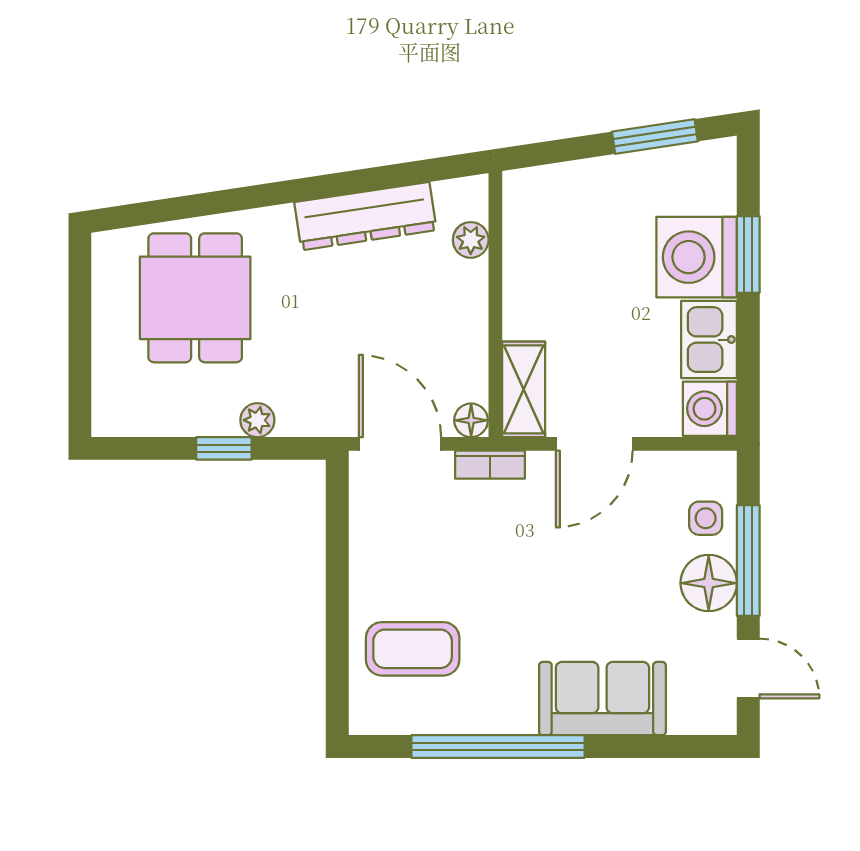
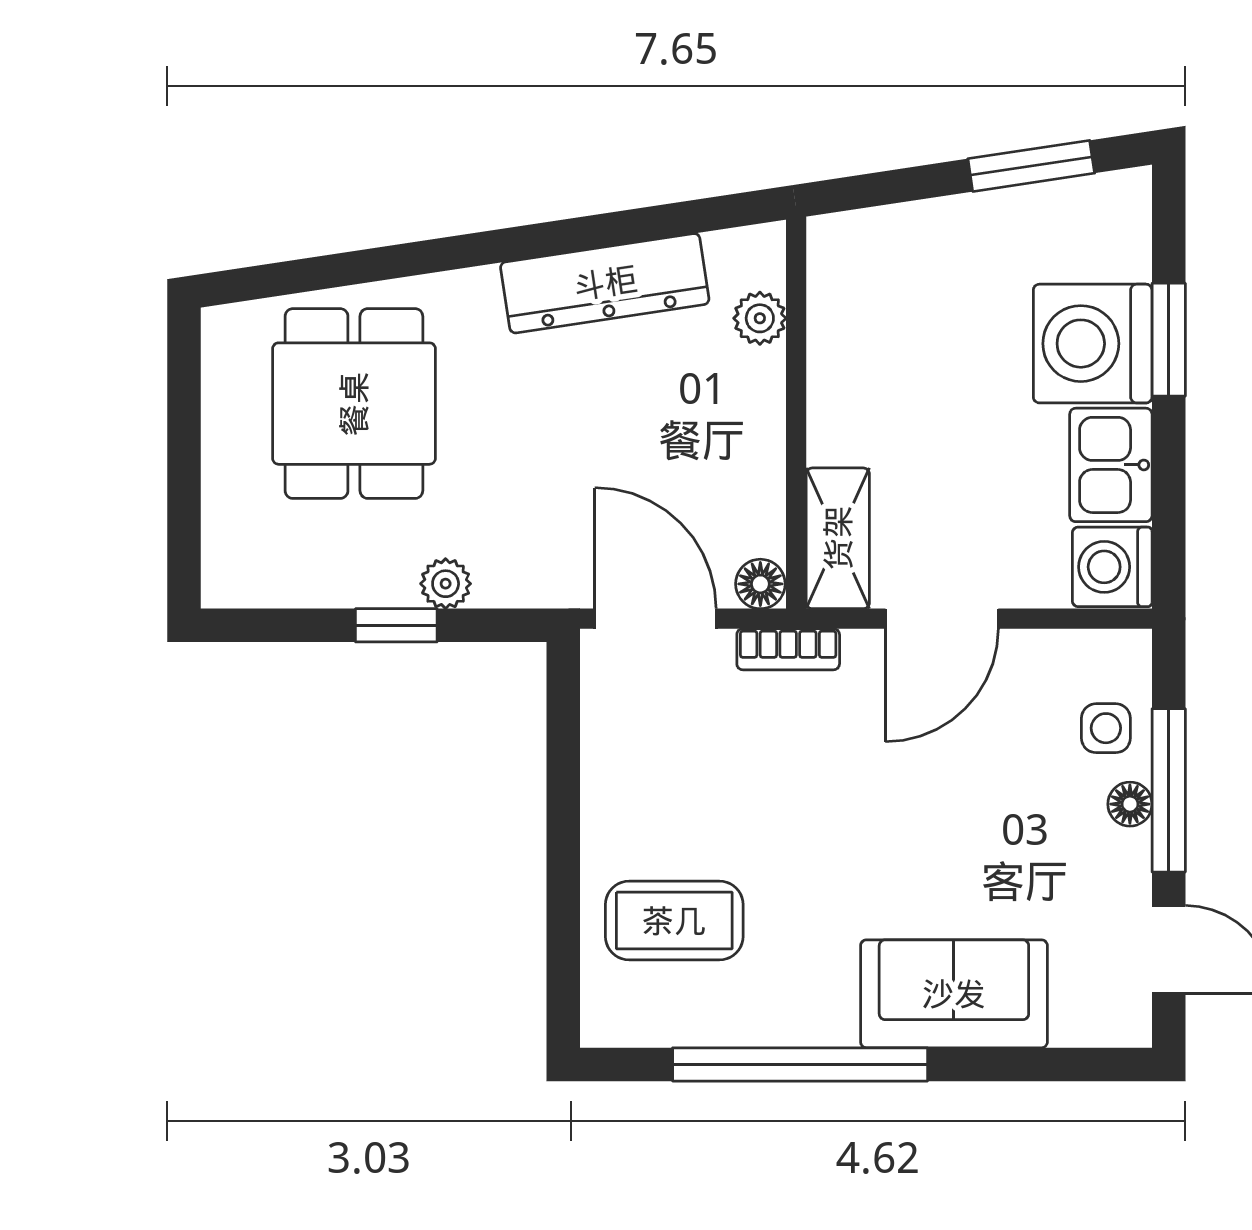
floor lamp: (709, 583) -> (1130, 804), width x0.53, depth x0.53

